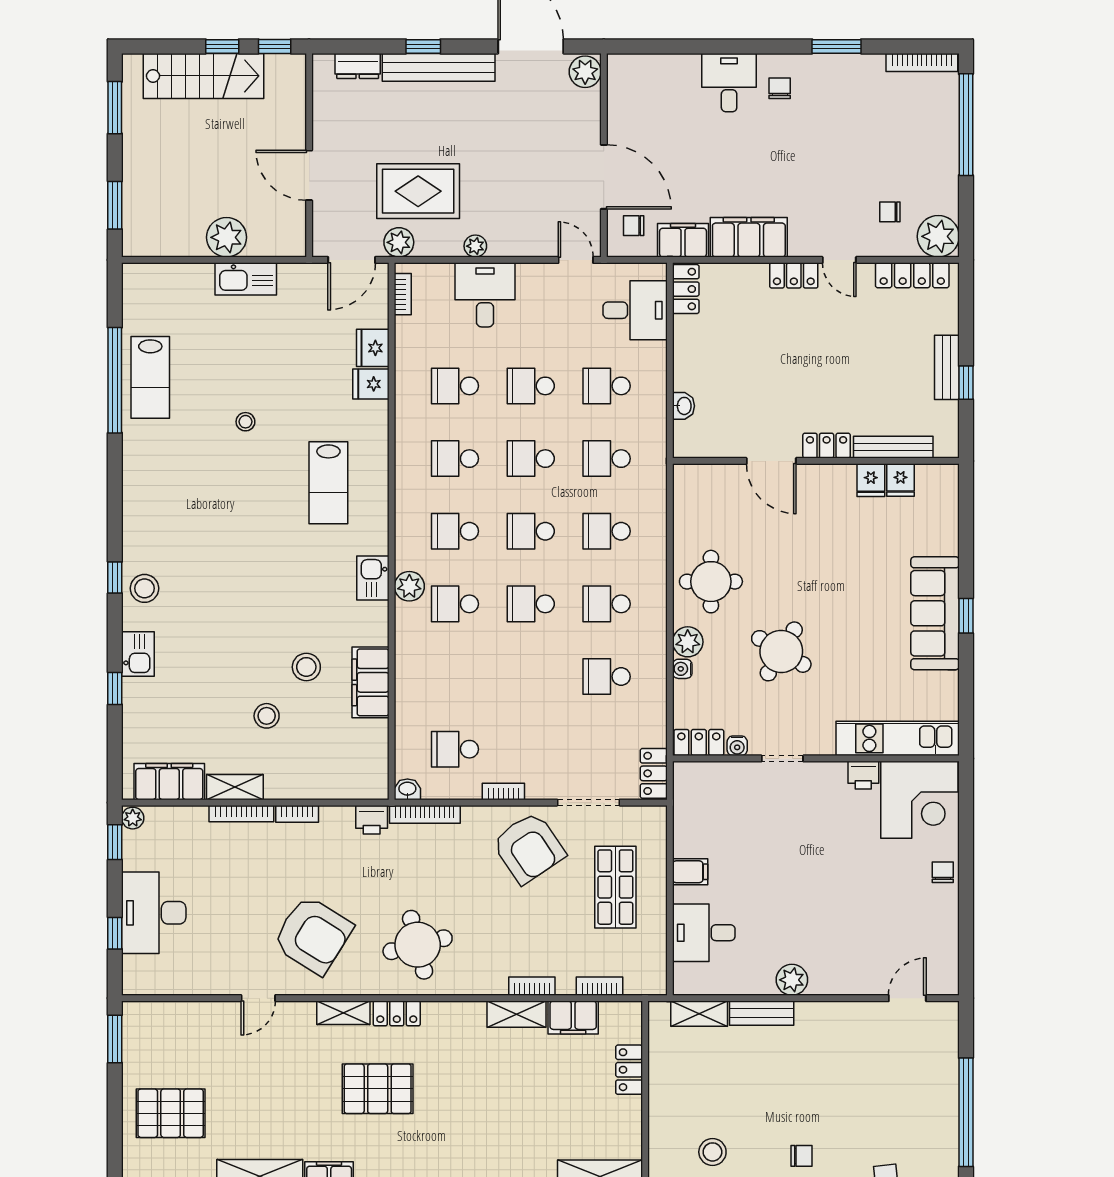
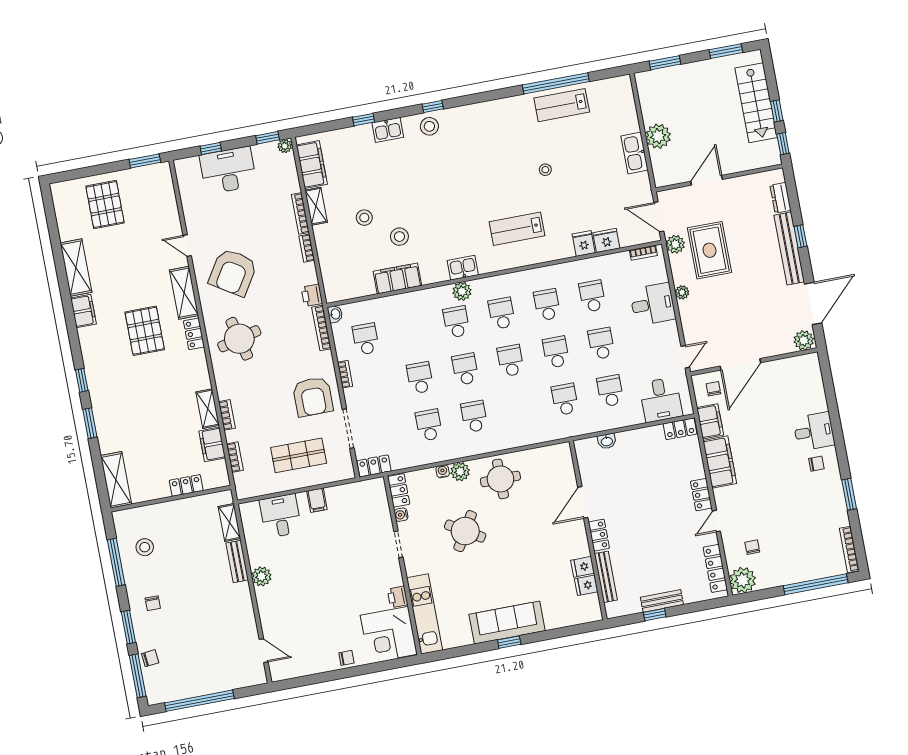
school desk: (607, 531) -> (420, 378), moved
armchair: (529, 848) -> (313, 397), turned -56
shelving: (343, 1013) -> (184, 293), width x1.50, depth x1.33

